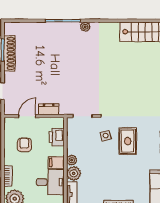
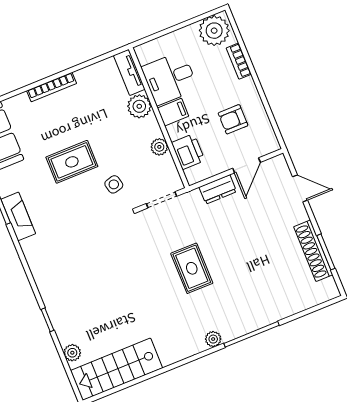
rug: (81, 71) -> (192, 268), added
rug: (128, 141) -> (72, 162), moved, turned 90
armchair: (24, 145) -> (233, 119), turned 90
plant: (72, 160) -> (159, 147), moved

